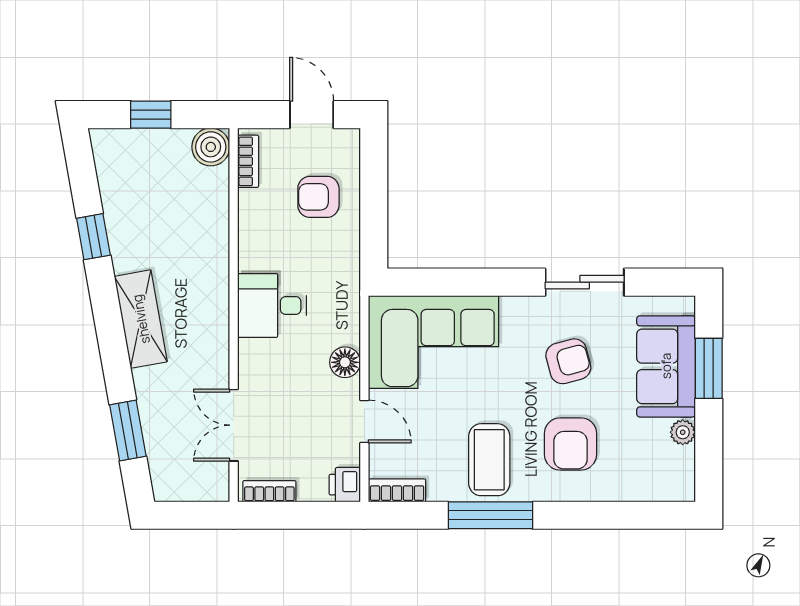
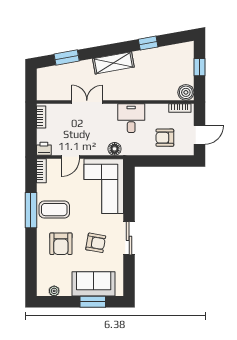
armchair: (318, 197) -> (165, 138), turned -90
sliding door: (585, 282) -> (129, 238), moved
desk: (272, 305) -> (131, 118), moved
armchair: (568, 361) -> (96, 243), turned -65
floor lamp: (345, 362) -> (115, 149), moved
double door: (234, 425) -> (87, 102), moved
plant: (683, 432) -> (54, 291), moved
armchair: (571, 444) -> (61, 244), turned -90

